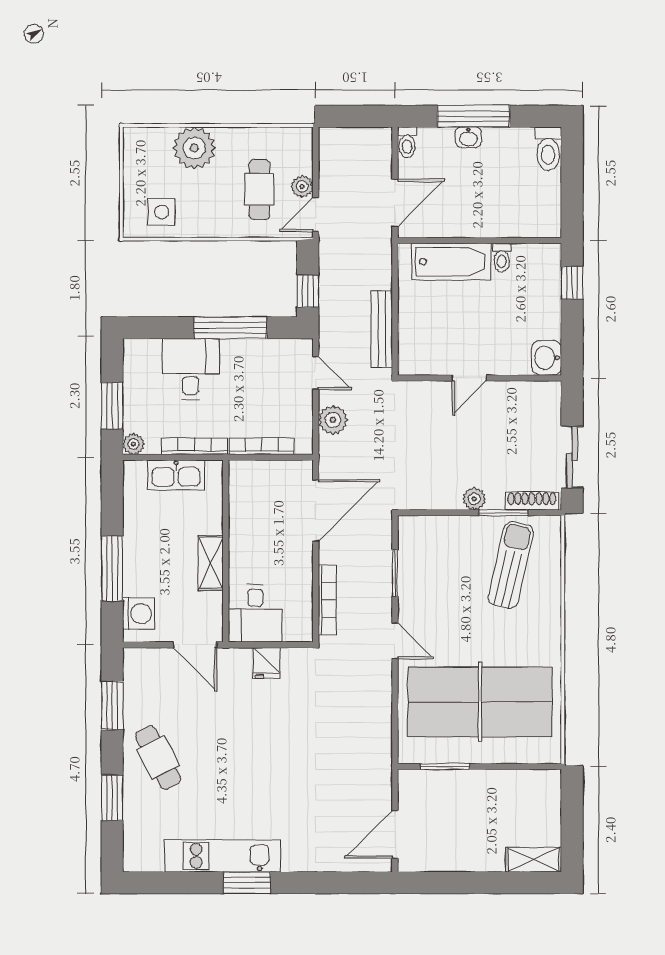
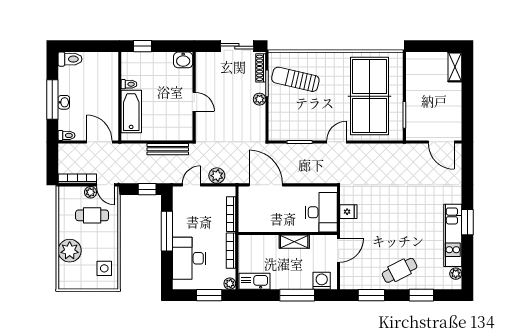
desk: (191, 369) -> (189, 258), width x1.37
kitchen sink: (176, 475) -> (255, 281), moved, turned -90
bookcase: (327, 600) -> (77, 179), moved
desk: (255, 613) -> (322, 212), width x1.37
plant: (152, 861) -> (456, 274), added

